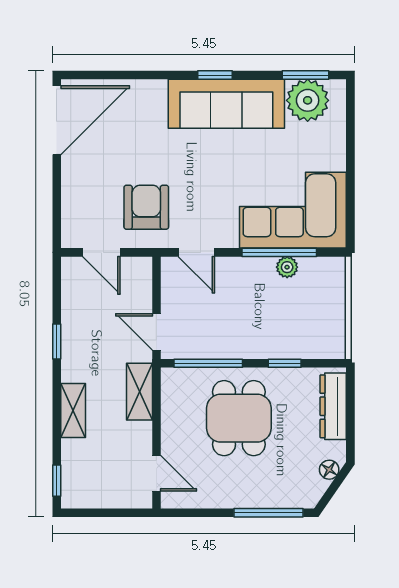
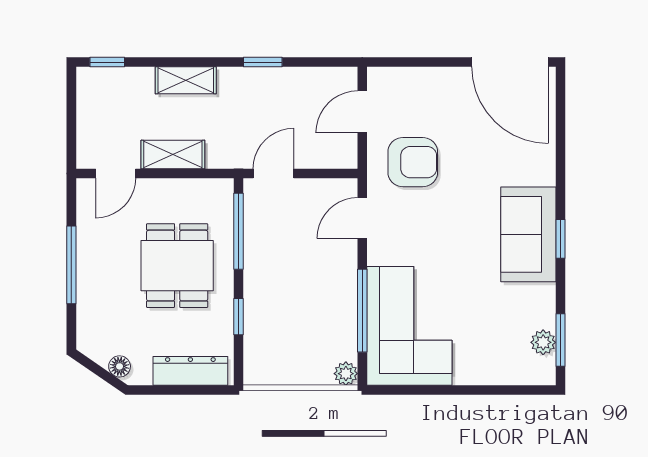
plant: (308, 100) -> (543, 342), width x0.53, depth x0.53
sofa: (226, 104) -> (528, 234), width x0.73
plant: (287, 267) -> (346, 374), moved
shelving: (139, 392) -> (173, 154), moved
dining table: (239, 418) -> (177, 266), turned 90
window: (268, 513) -> (71, 265), moved

